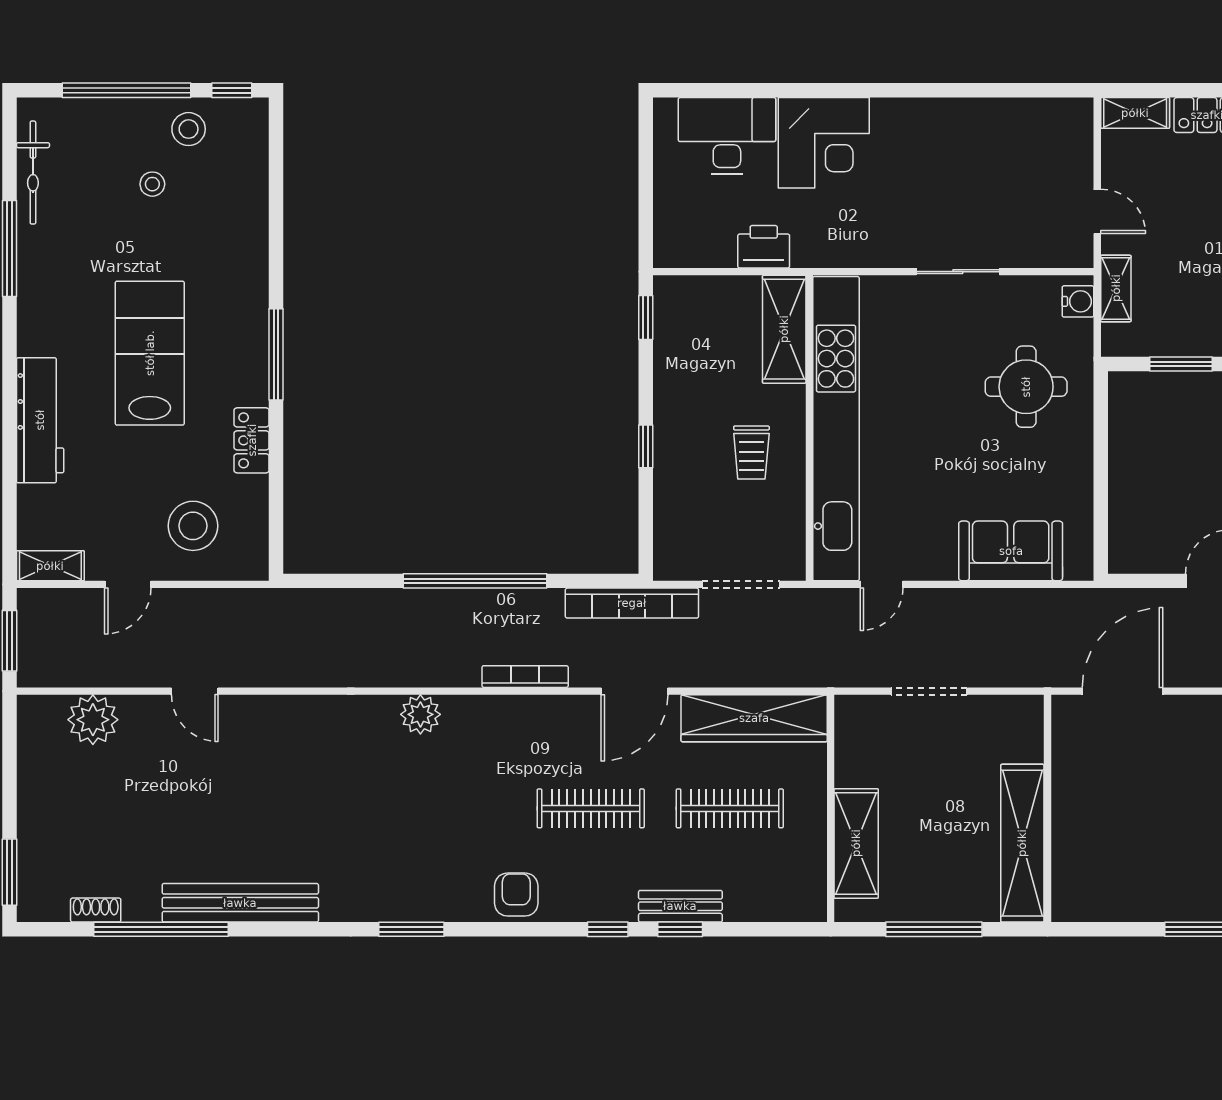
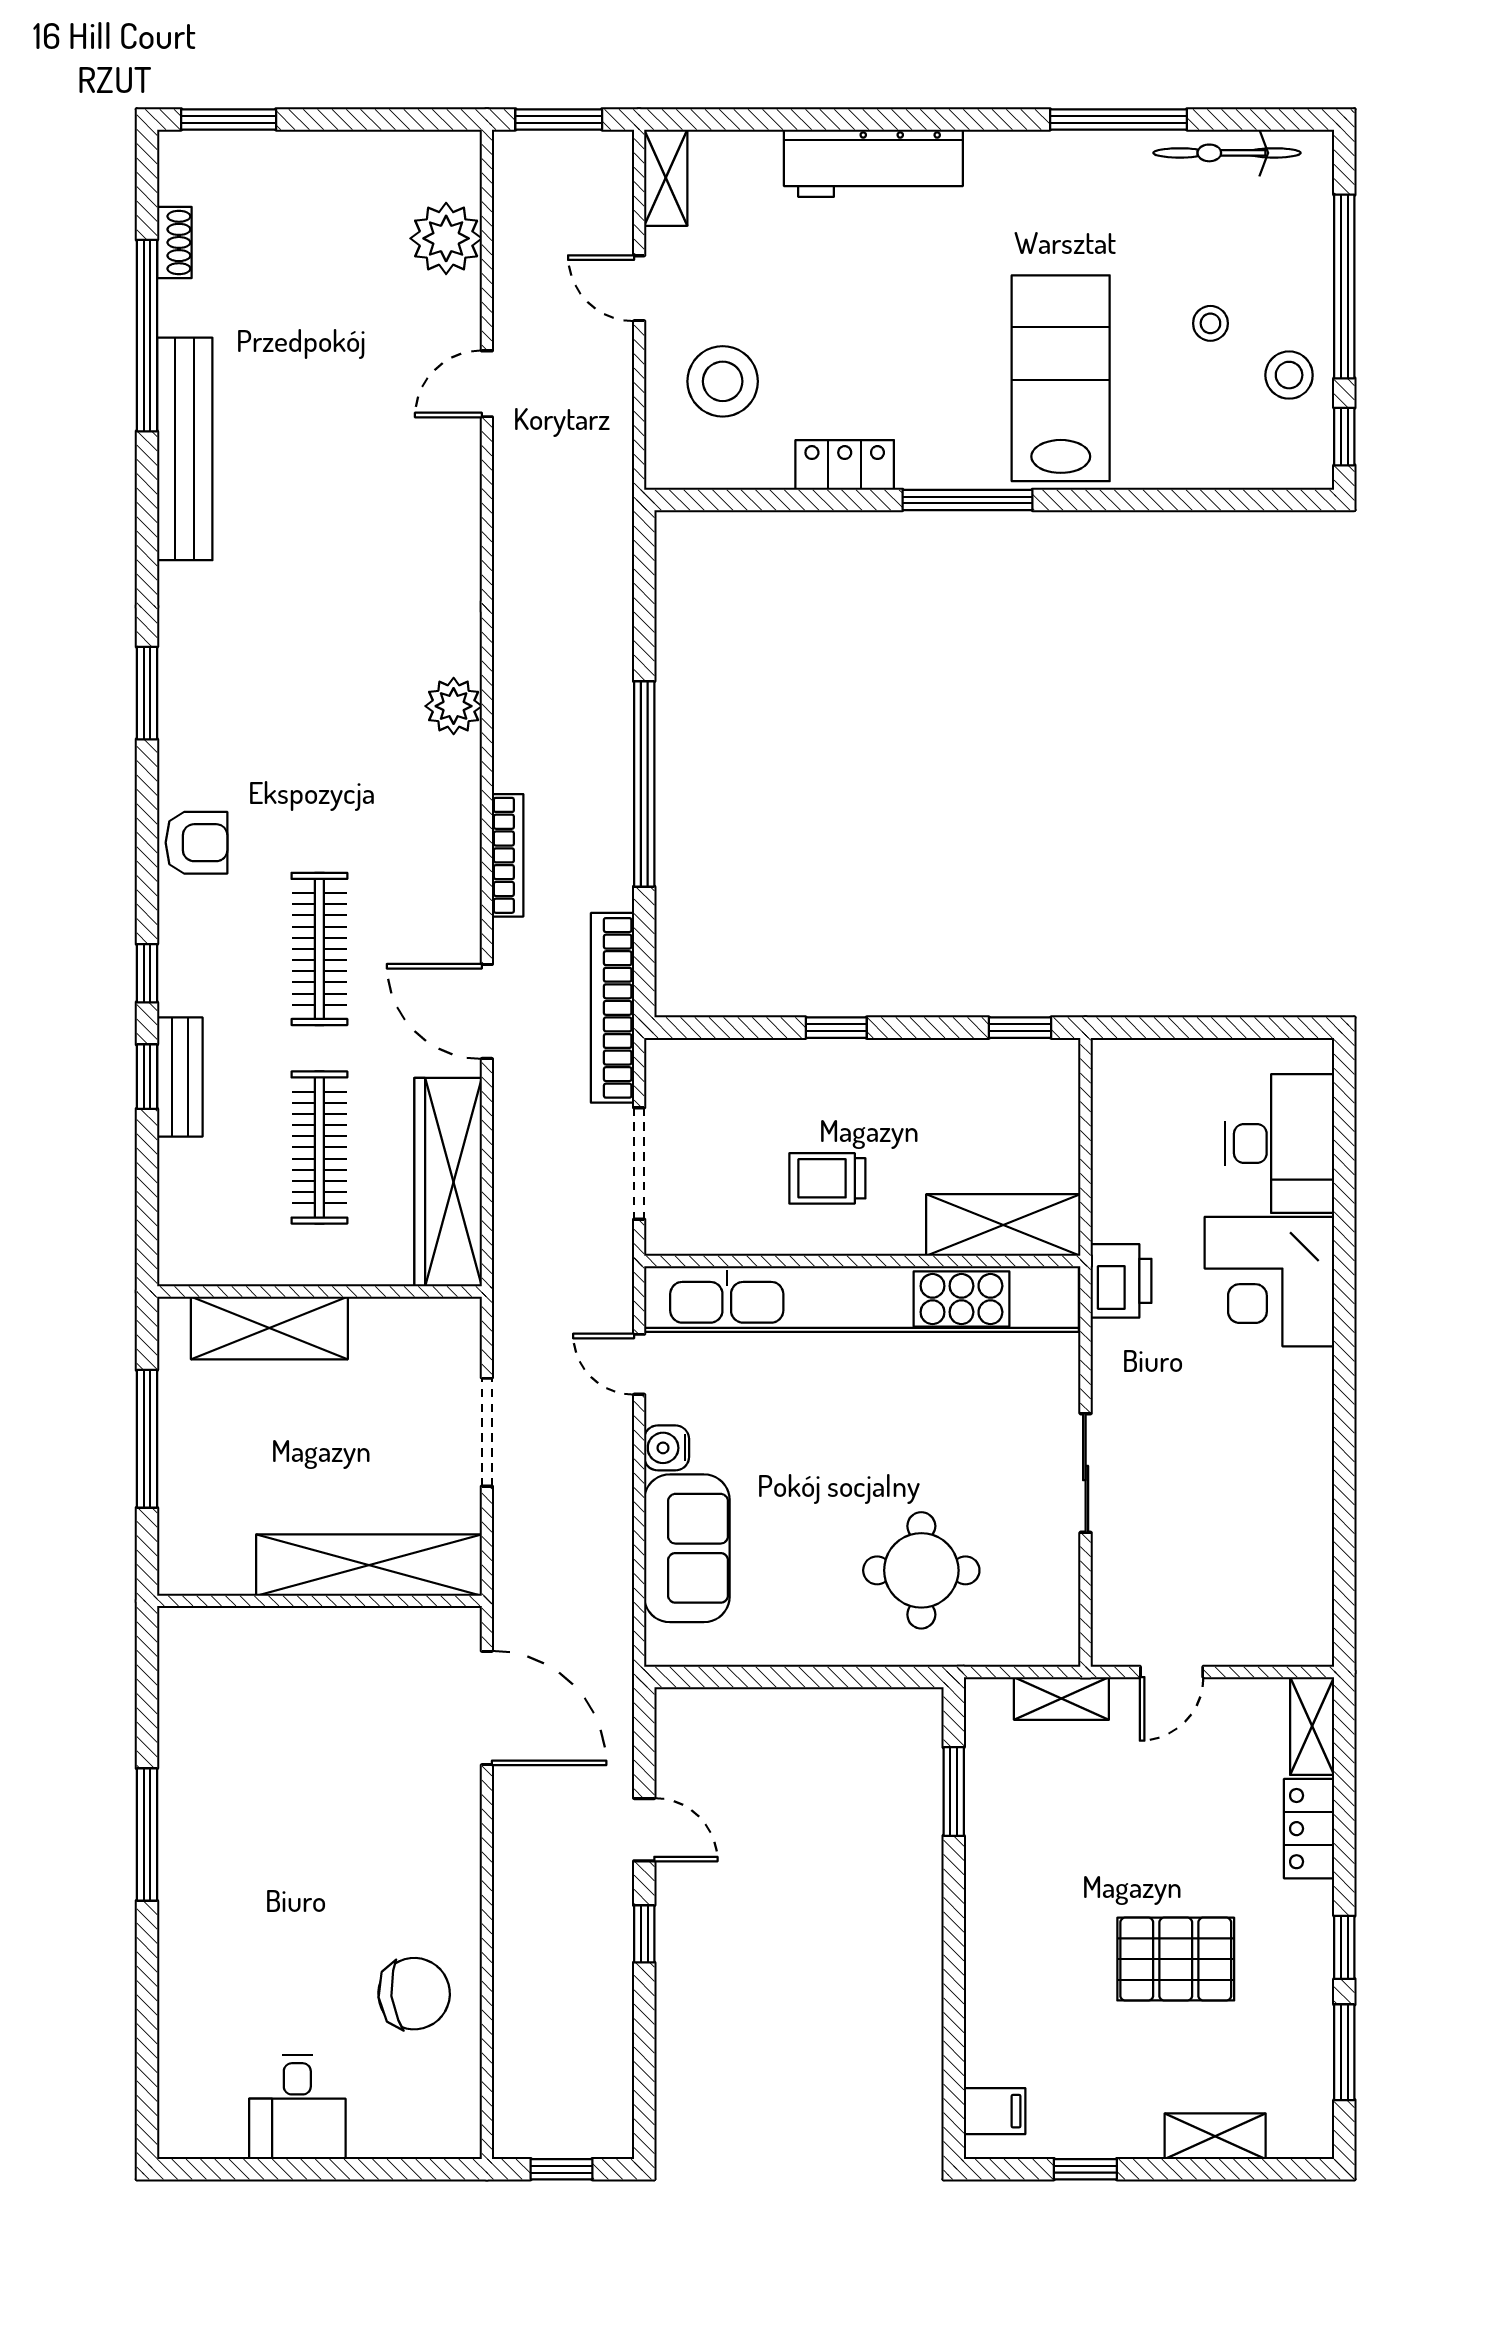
printer: (764, 247) -> (1121, 1281), moved
water cooler: (1078, 301) -> (667, 1448), moved, turned 90
lab bench: (150, 353) -> (1061, 378), moved, turned -90
shelving: (1022, 843) -> (369, 1565), moved

